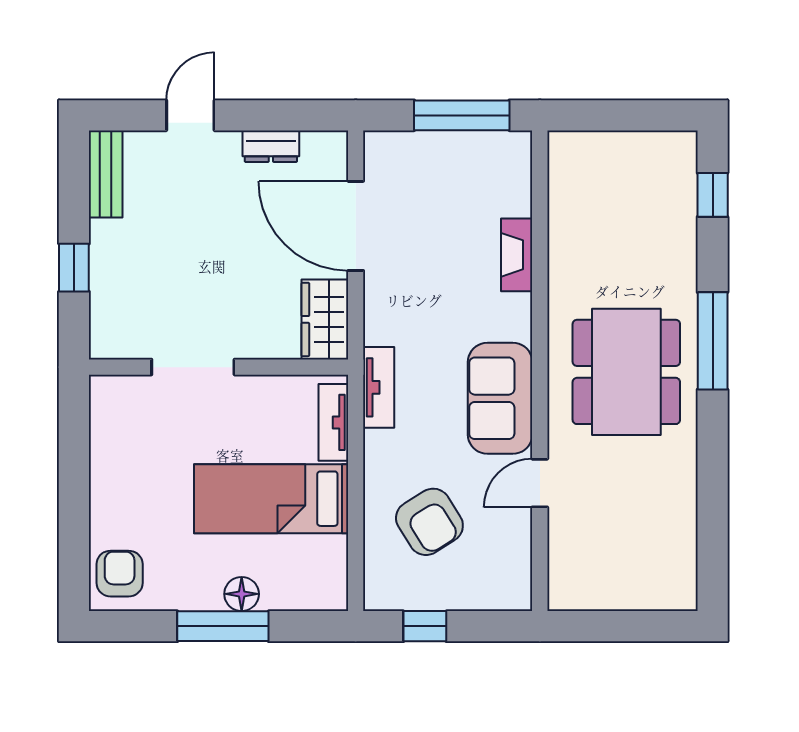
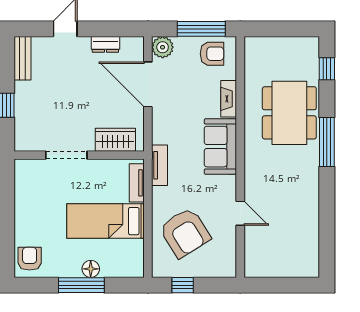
plant: (385, 152) -> (163, 47), added
armchair: (484, 165) -> (212, 54), added
wardrobe: (325, 319) -> (115, 140), moved, turned 90
dining table: (626, 372) -> (289, 113), moved
sofa: (500, 398) -> (220, 147), moved
door: (540, 483) -> (240, 213), swing flipped
armchair: (429, 522) -> (185, 233), width x1.36, depth x1.36

